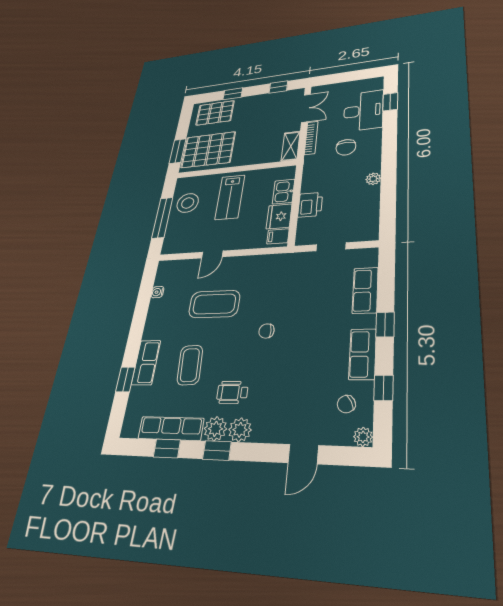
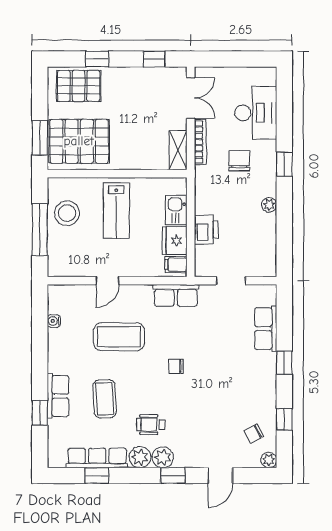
window: (390, 102) -> (284, 164), moved
chair: (346, 147) -> (239, 161), turned 180
row of seats: (363, 354) -> (176, 295), moved, turned -90
window: (217, 451) -> (173, 476), moved

